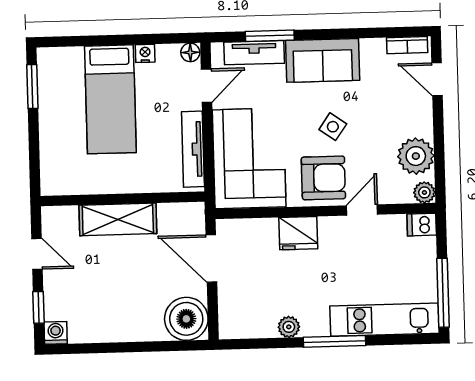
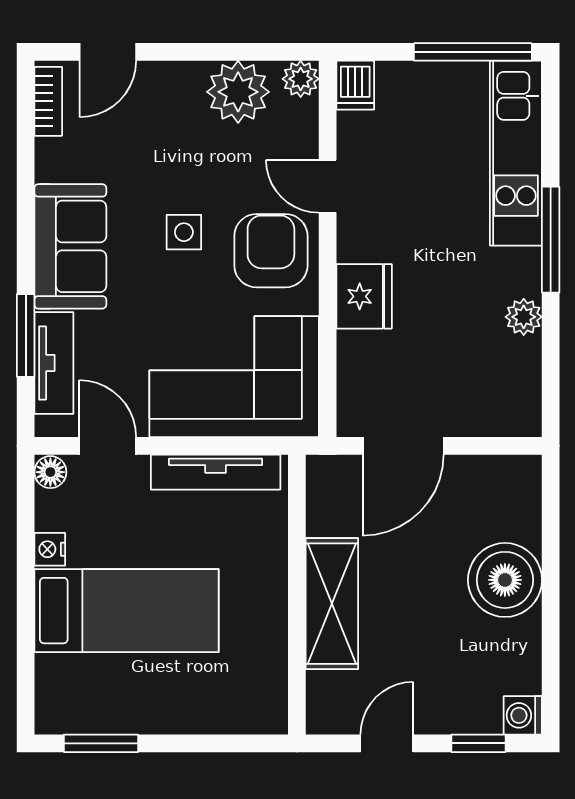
side table: (333, 127) -> (184, 232), turned -35
boiler: (186, 319) -> (505, 580), moved

